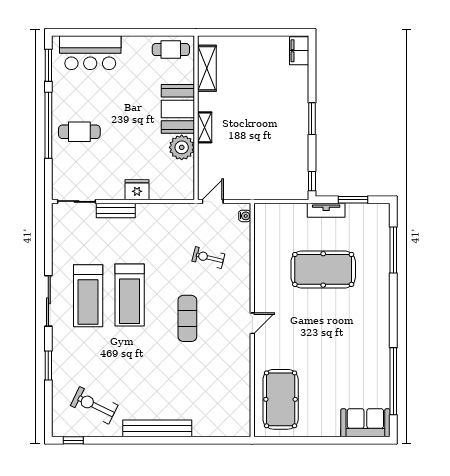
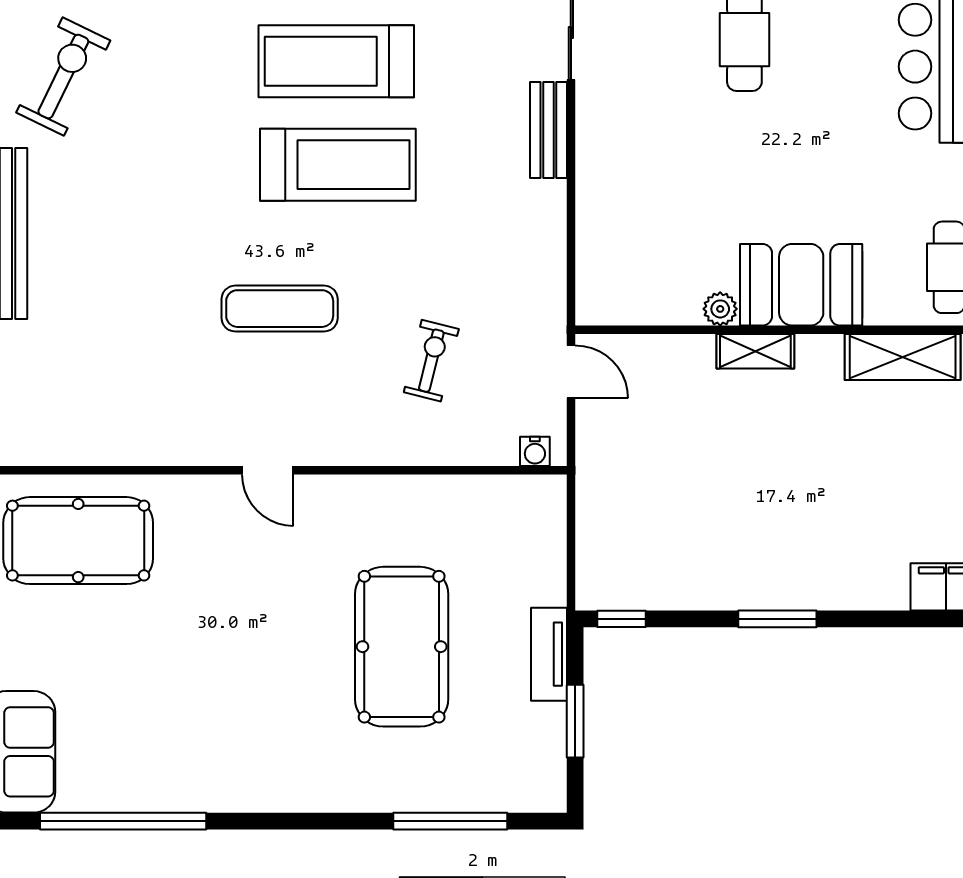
plant: (182, 147) -> (720, 309), width x0.53, depth x0.53
fridge: (137, 190) -> (600, 183), removed
treadmill: (130, 295) -> (338, 165), turned 180

